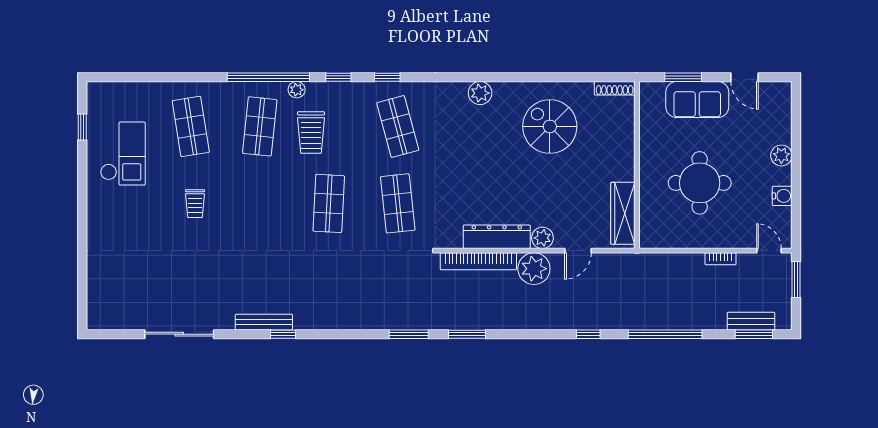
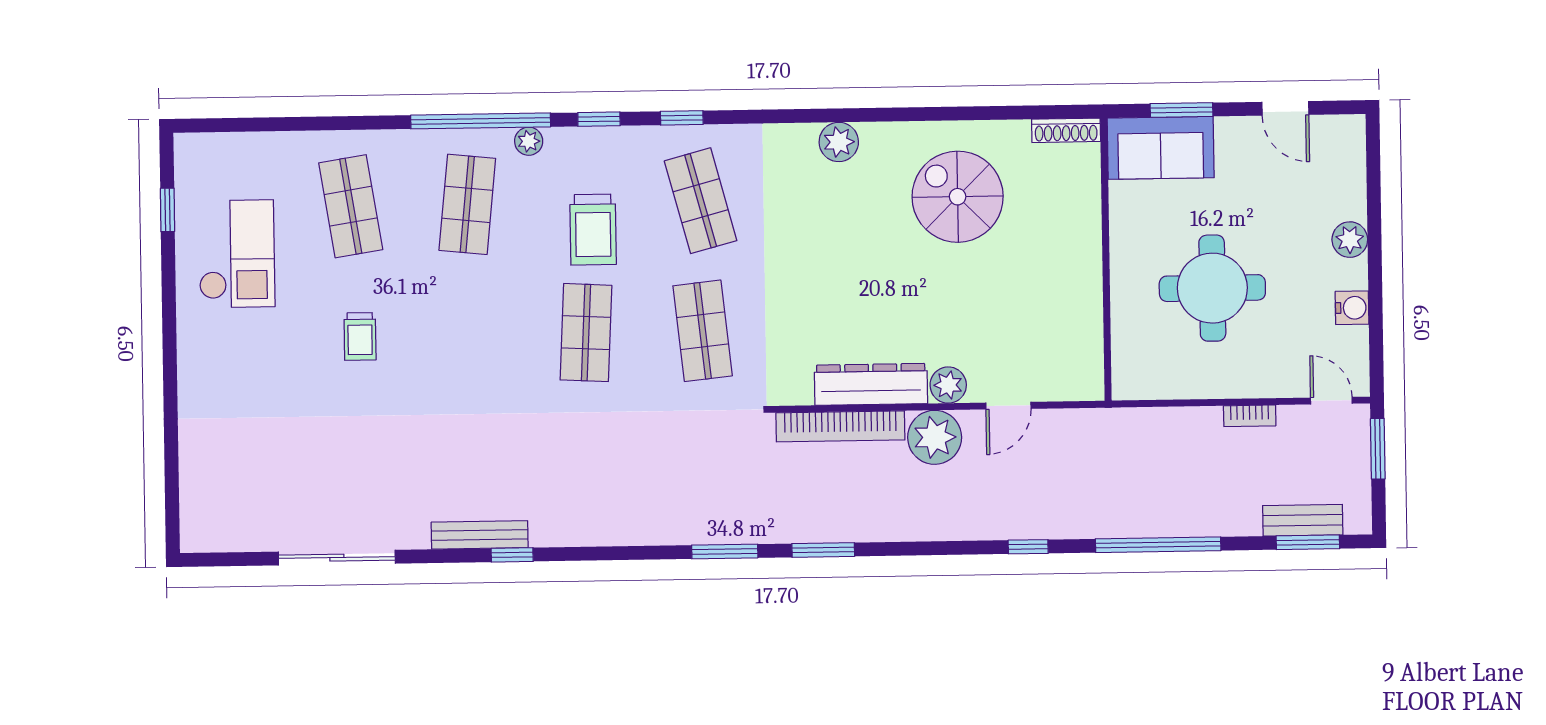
sofa: (697, 99) -> (1161, 148), moved
trolley: (311, 133) -> (593, 230), moved
wardrobe: (623, 213) -> (1083, 342), removed

